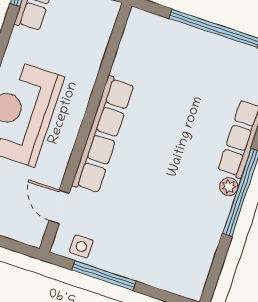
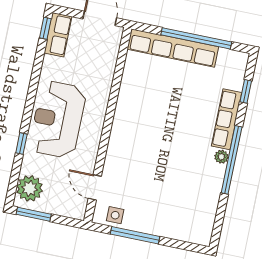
row of seats: (103, 135) -> (173, 48), moved, turned 90

